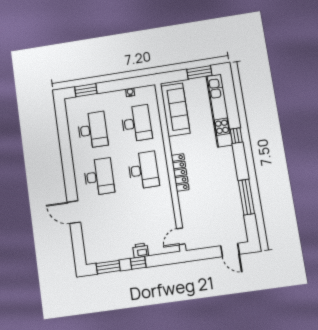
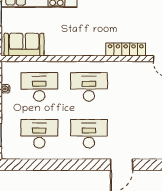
sofa: (175, 110) -> (24, 45), width x0.73
locker: (180, 172) -> (126, 50), moved

